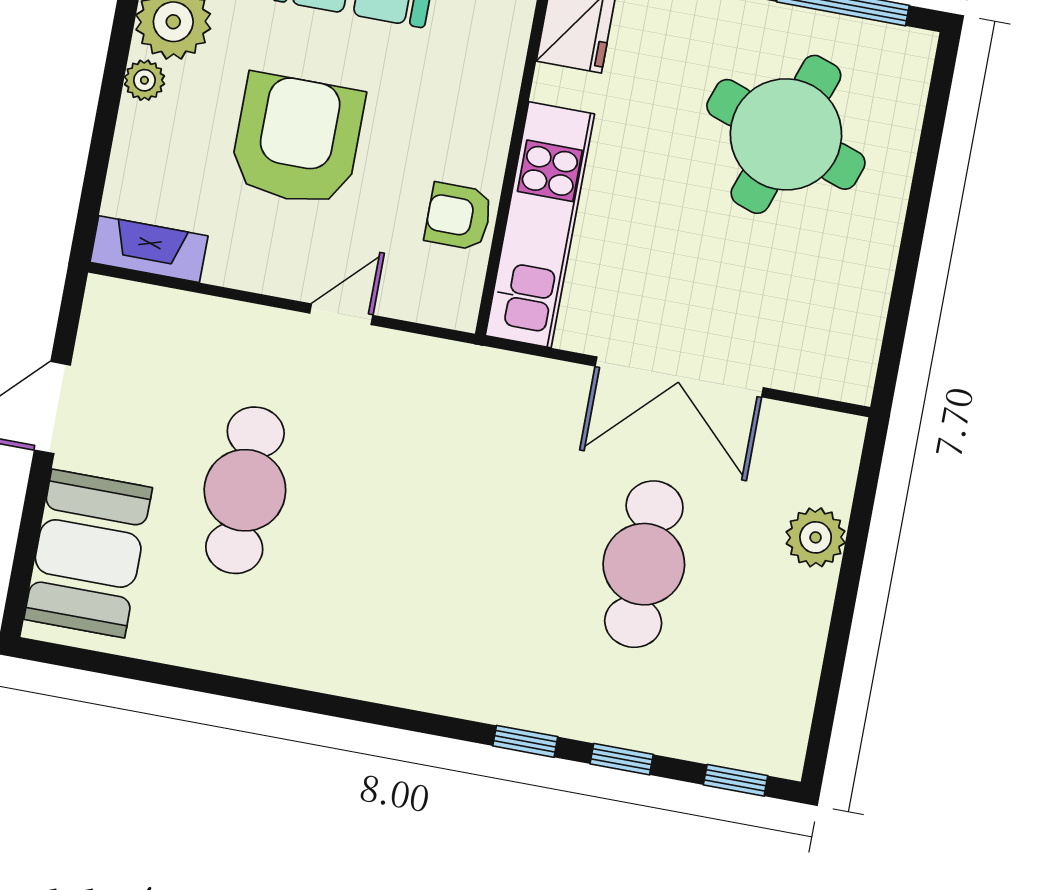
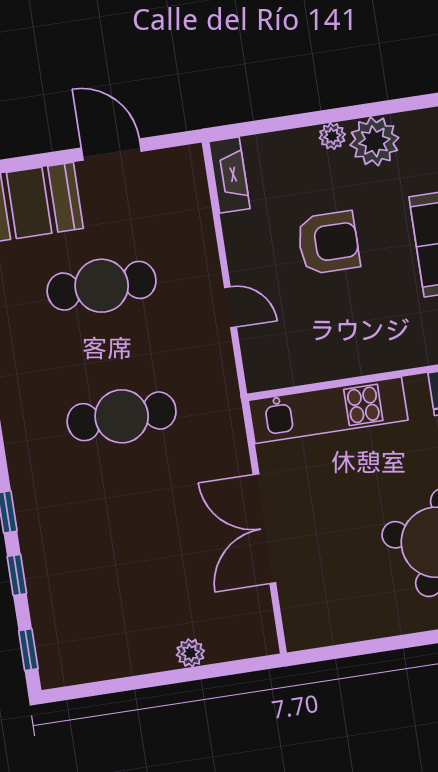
armchair: (297, 140) -> (328, 243), width x0.73, depth x0.73
armchair: (458, 216) -> (316, 358), removed
plant: (816, 537) -> (190, 653), width x0.73, depth x0.73
cafe table: (644, 564) -> (122, 416), moved

